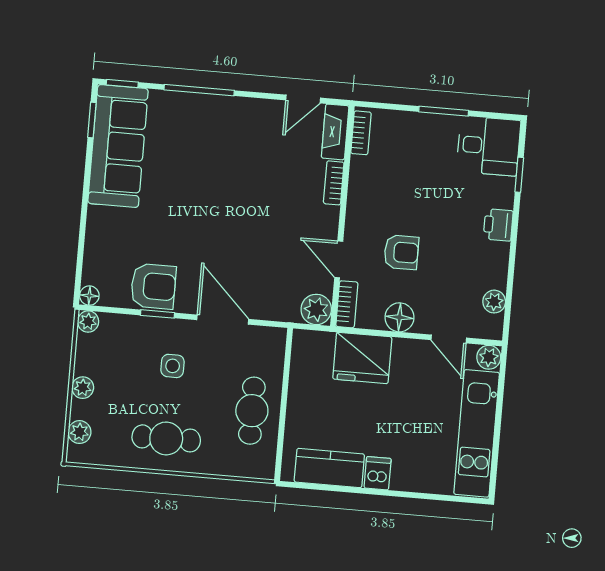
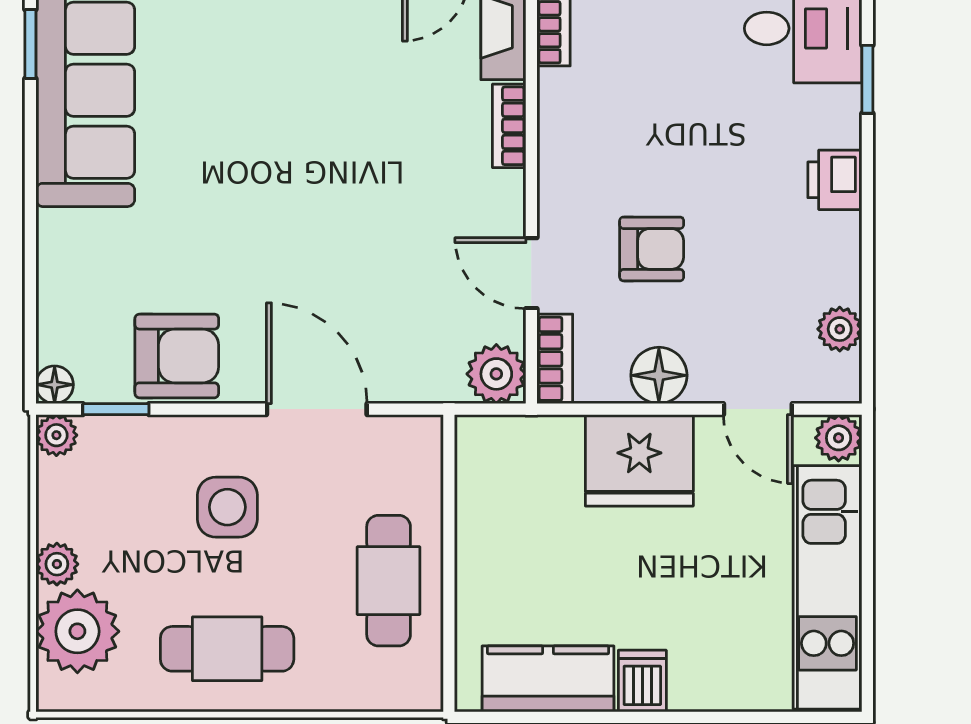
window: (157, 314) -> (116, 409), moved
fridge: (362, 358) -> (639, 460), moved
side table: (173, 366) -> (227, 507), width x1.37, depth x1.37
plant: (79, 432) -> (77, 631), width x1.88, depth x1.88

